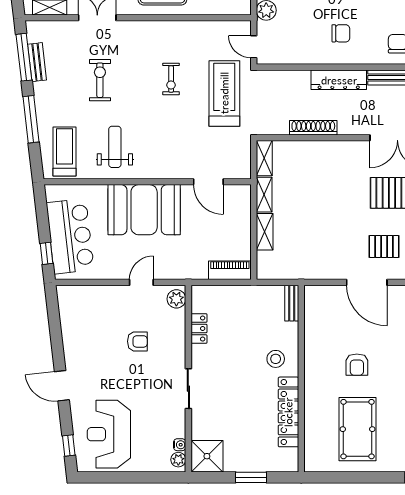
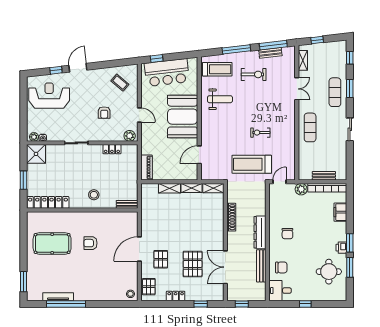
exercise bike: (100, 80) -> (254, 74), moved
treadmill: (224, 93) -> (252, 164), turned 180
coffee table: (87, 315) -> (120, 83), added
locker: (288, 412) -> (48, 202), moved
window: (69, 446) -> (56, 70), moved

